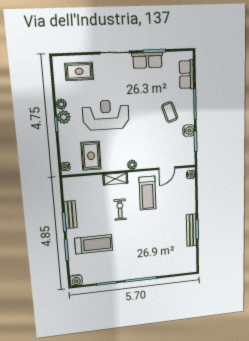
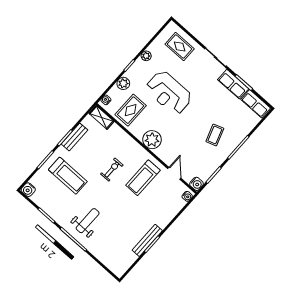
row of seats: (186, 74) -> (256, 104), moved, turned -90
reception desk: (106, 115) -> (169, 93), turned 180
plant: (64, 117) -> (123, 83), moved
water cooler: (189, 131) -> (196, 184), moved
plant: (132, 165) -> (152, 140), width x1.87, depth x1.87
door: (167, 168) -> (174, 173), swing flipped
shelving: (115, 179) -> (102, 117), moved
weight bench: (138, 259) -> (88, 221), added

